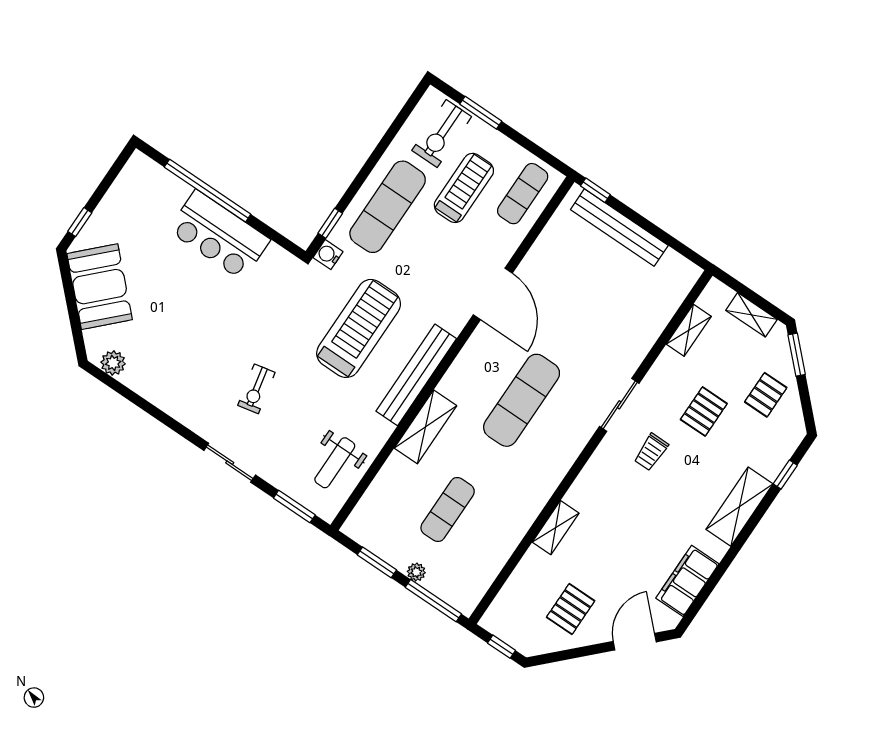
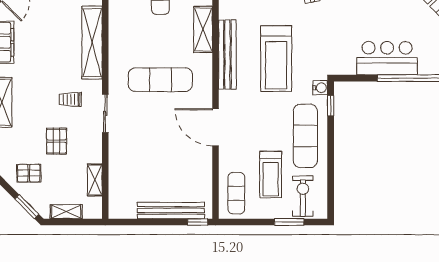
pallet: (766, 395) -> (29, 173), turned 90
exercise mat: (522, 400) -> (160, 80), turned 90
trolley: (651, 452) -> (70, 99), turned -90
shelving: (556, 528) -> (92, 43), width x2.20, depth x1.33

